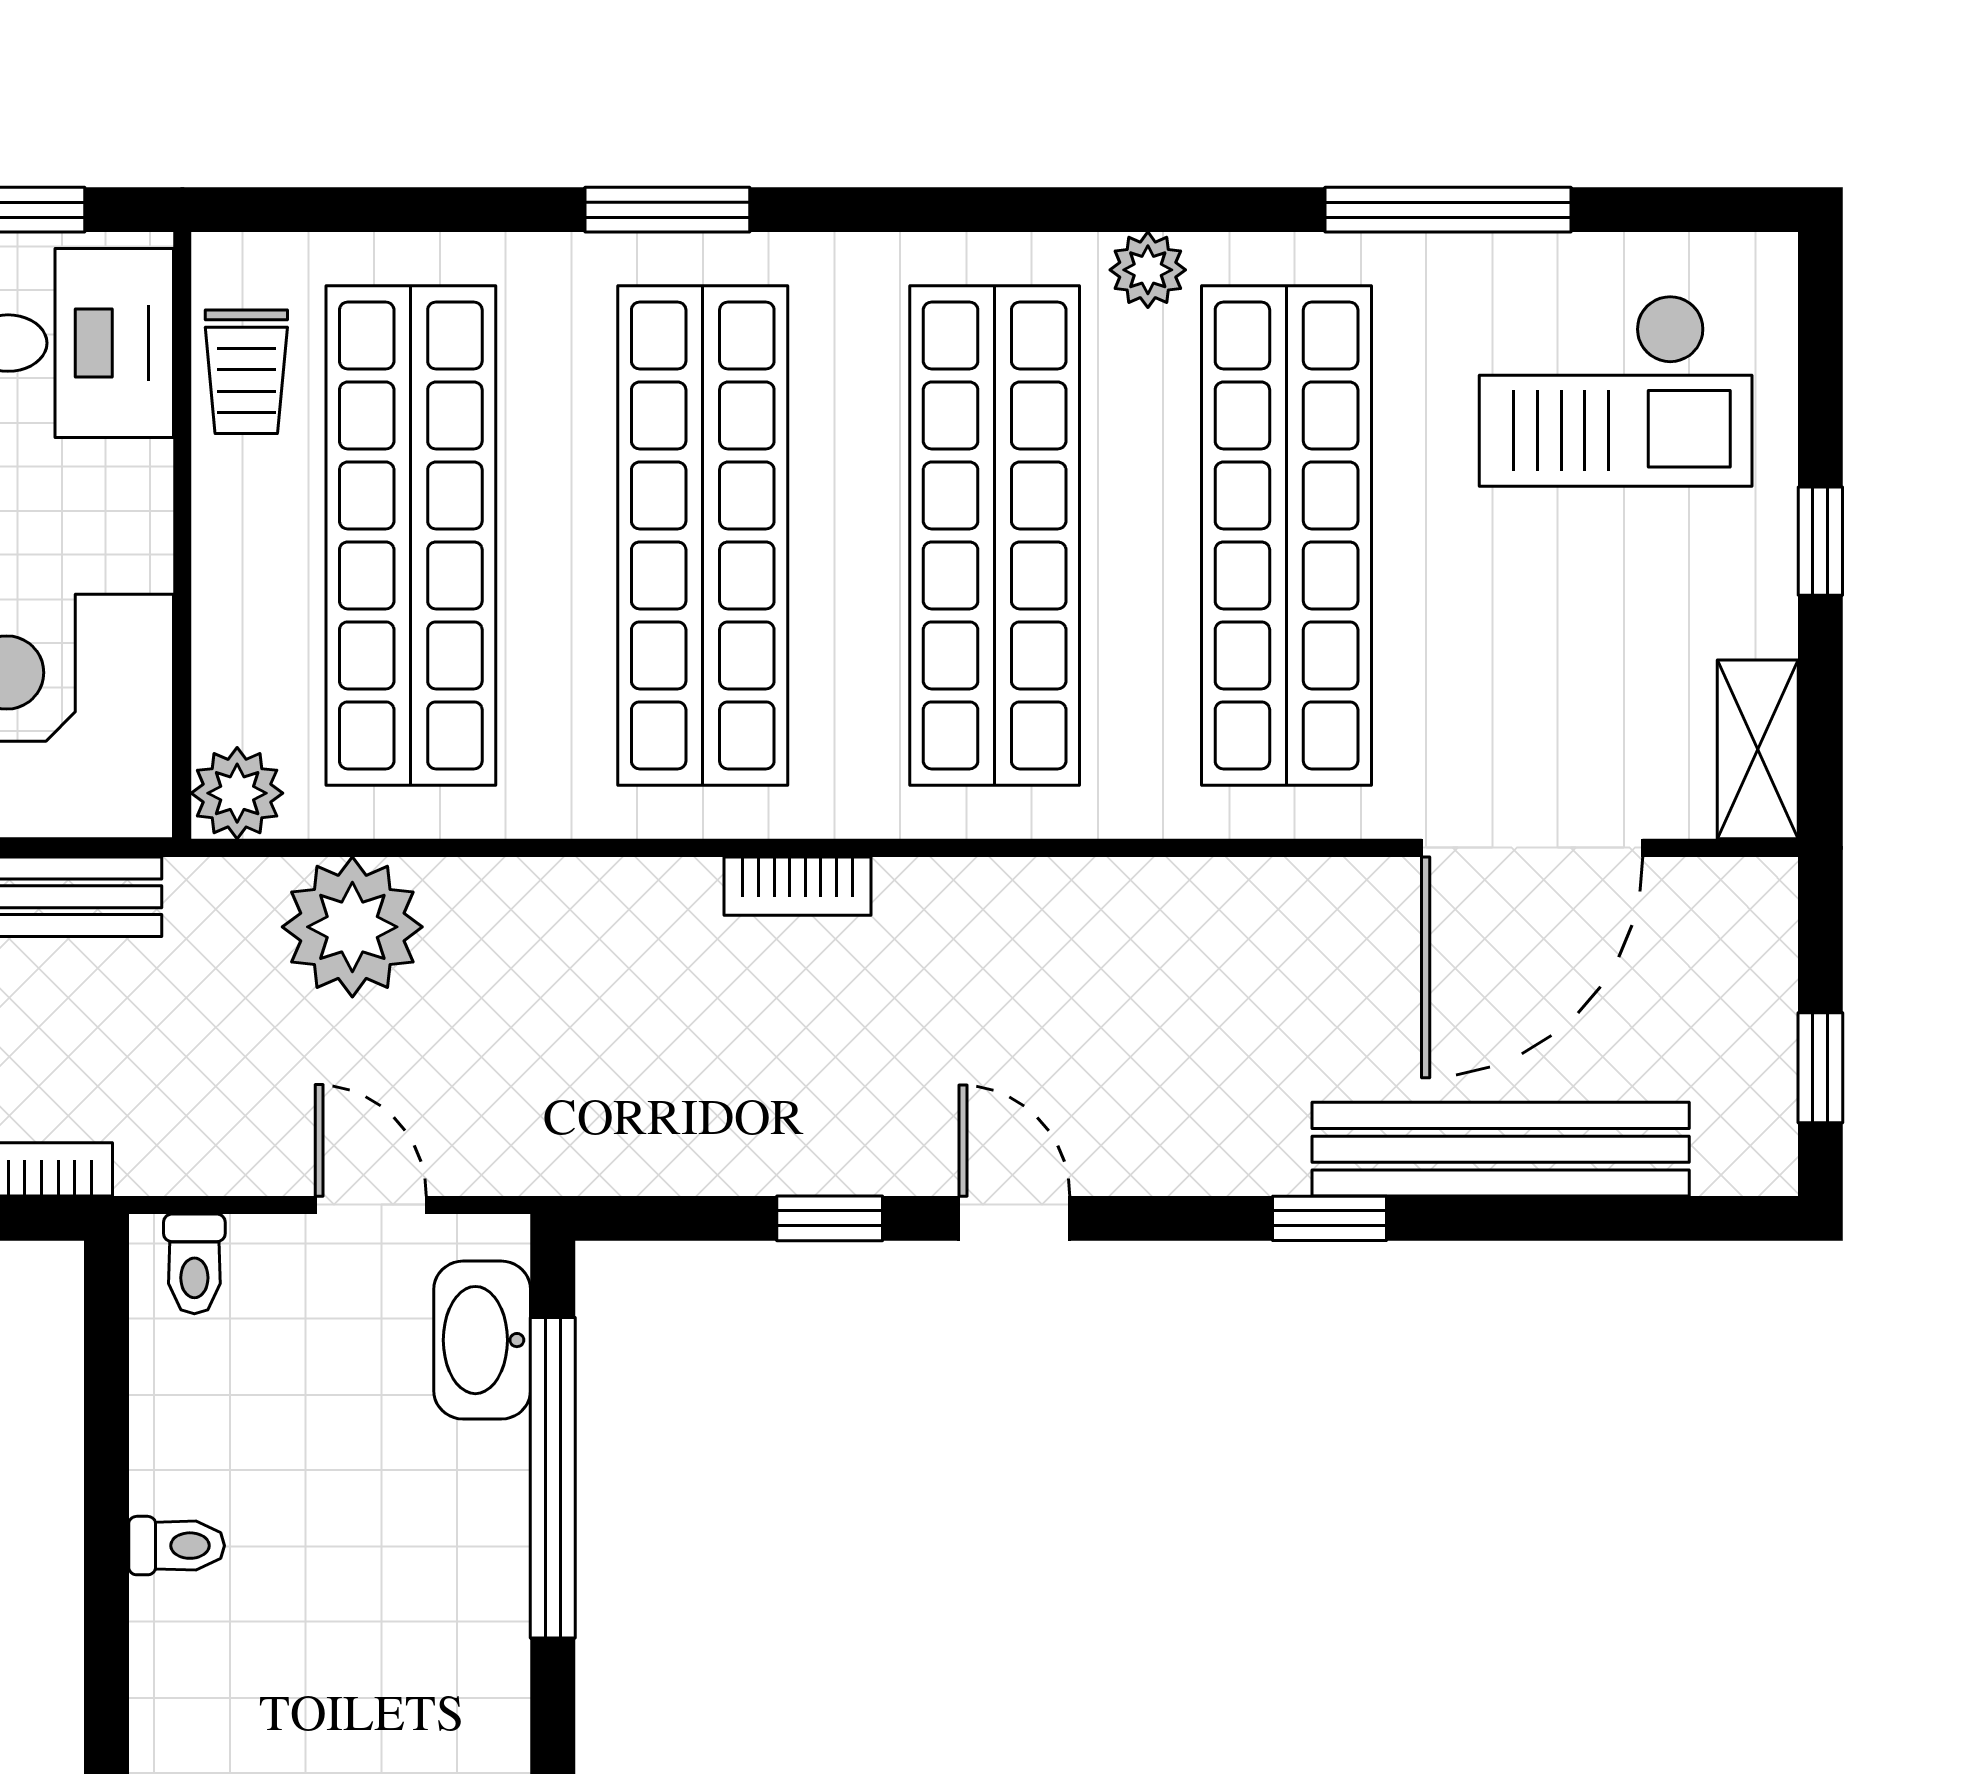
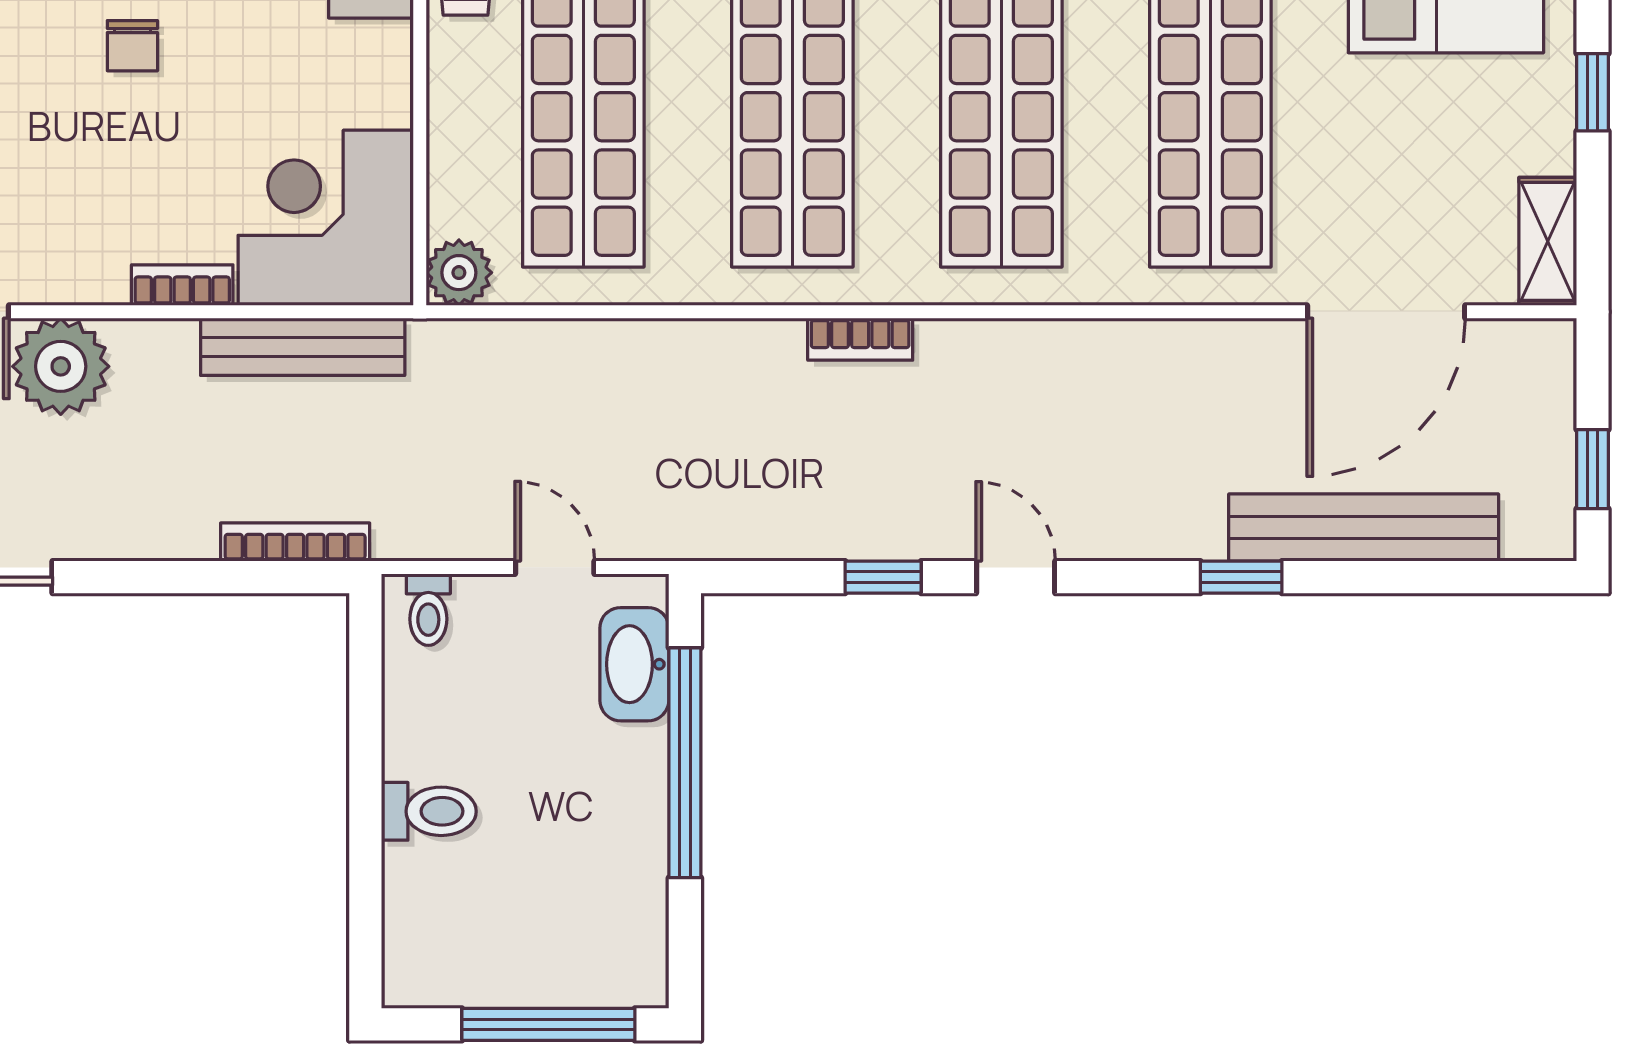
plant: (352, 927) -> (541, 368), removed
toilet: (177, 1546) -> (429, 811), width x1.37, depth x1.39

